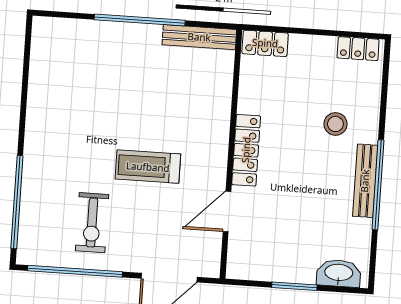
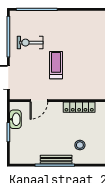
locker: (246, 150) -> (79, 107), moved
door: (227, 211) -> (39, 101), swing flipped
washbasin: (339, 273) -> (15, 119), moved

